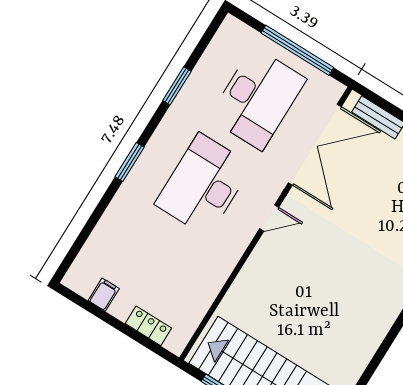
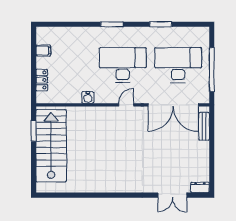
desk: (257, 98) -> (178, 65), turned 180
door: (269, 218) -> (126, 105), swing flipped
water cooler: (220, 271) -> (88, 97), added

